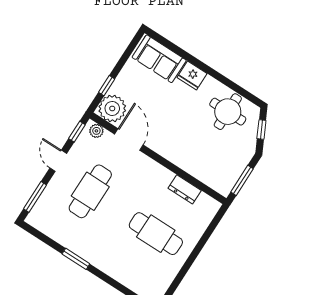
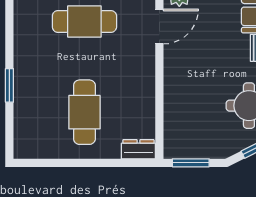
dresser: (185, 189) -> (138, 149), moved, turned 90
window: (76, 259) -> (9, 85), moved

